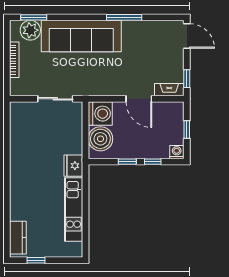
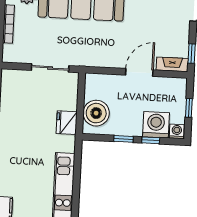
door: (139, 99) -> (139, 72), swing flipped
washing machine: (100, 114) -> (156, 125), moved, turned -90
fridge: (73, 166) -> (67, 123), moved

